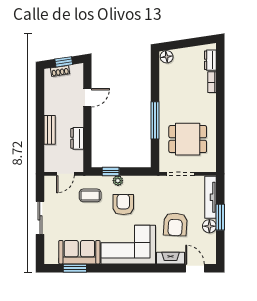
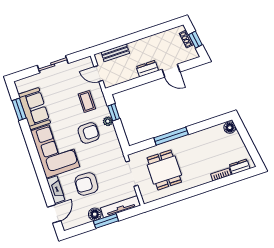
bench: (50, 130) -> (115, 53), moved
dresser: (77, 138) -> (147, 69), moved

